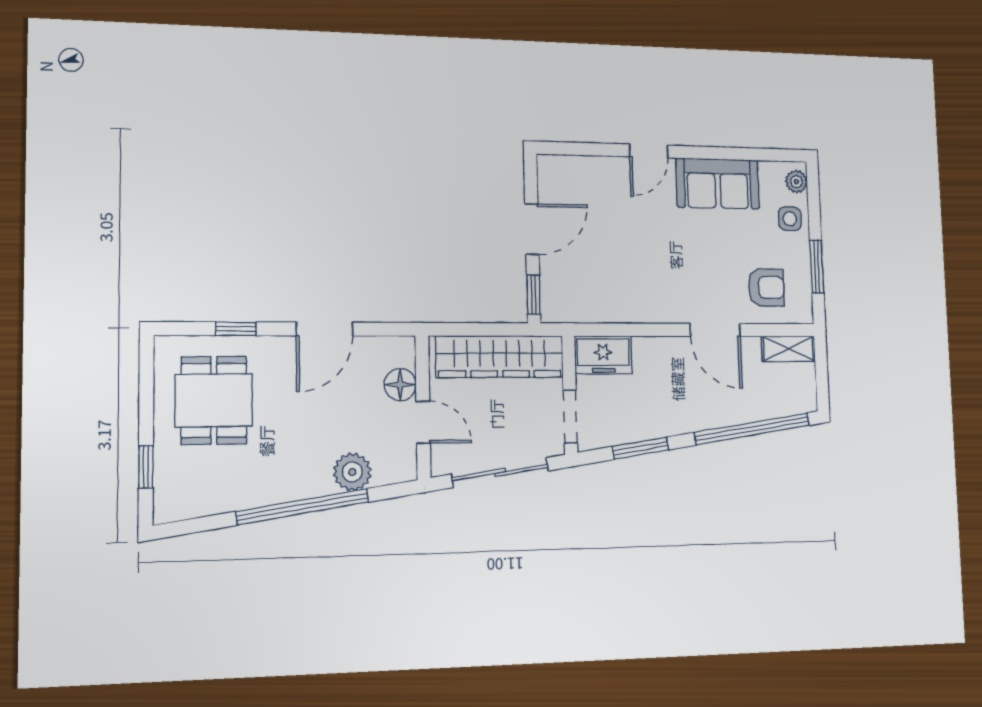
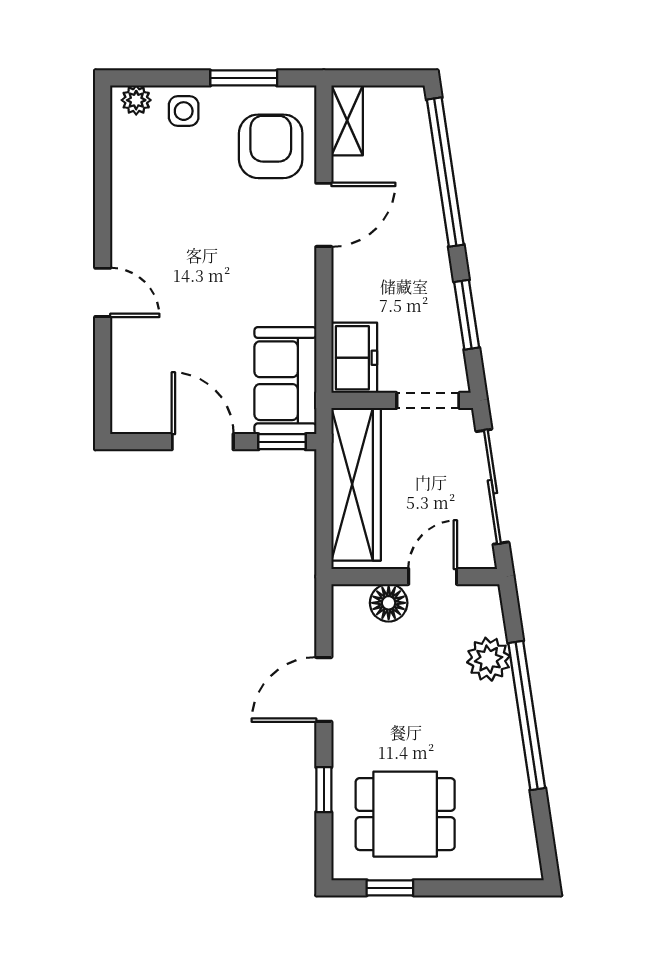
sofa: (718, 183) -> (285, 381), moved, turned 180
armchair: (766, 287) -> (271, 146), width x1.38, depth x1.38
door: (325, 329) -> (324, 689), swing flipped
window: (146, 467) -> (390, 888), moved

